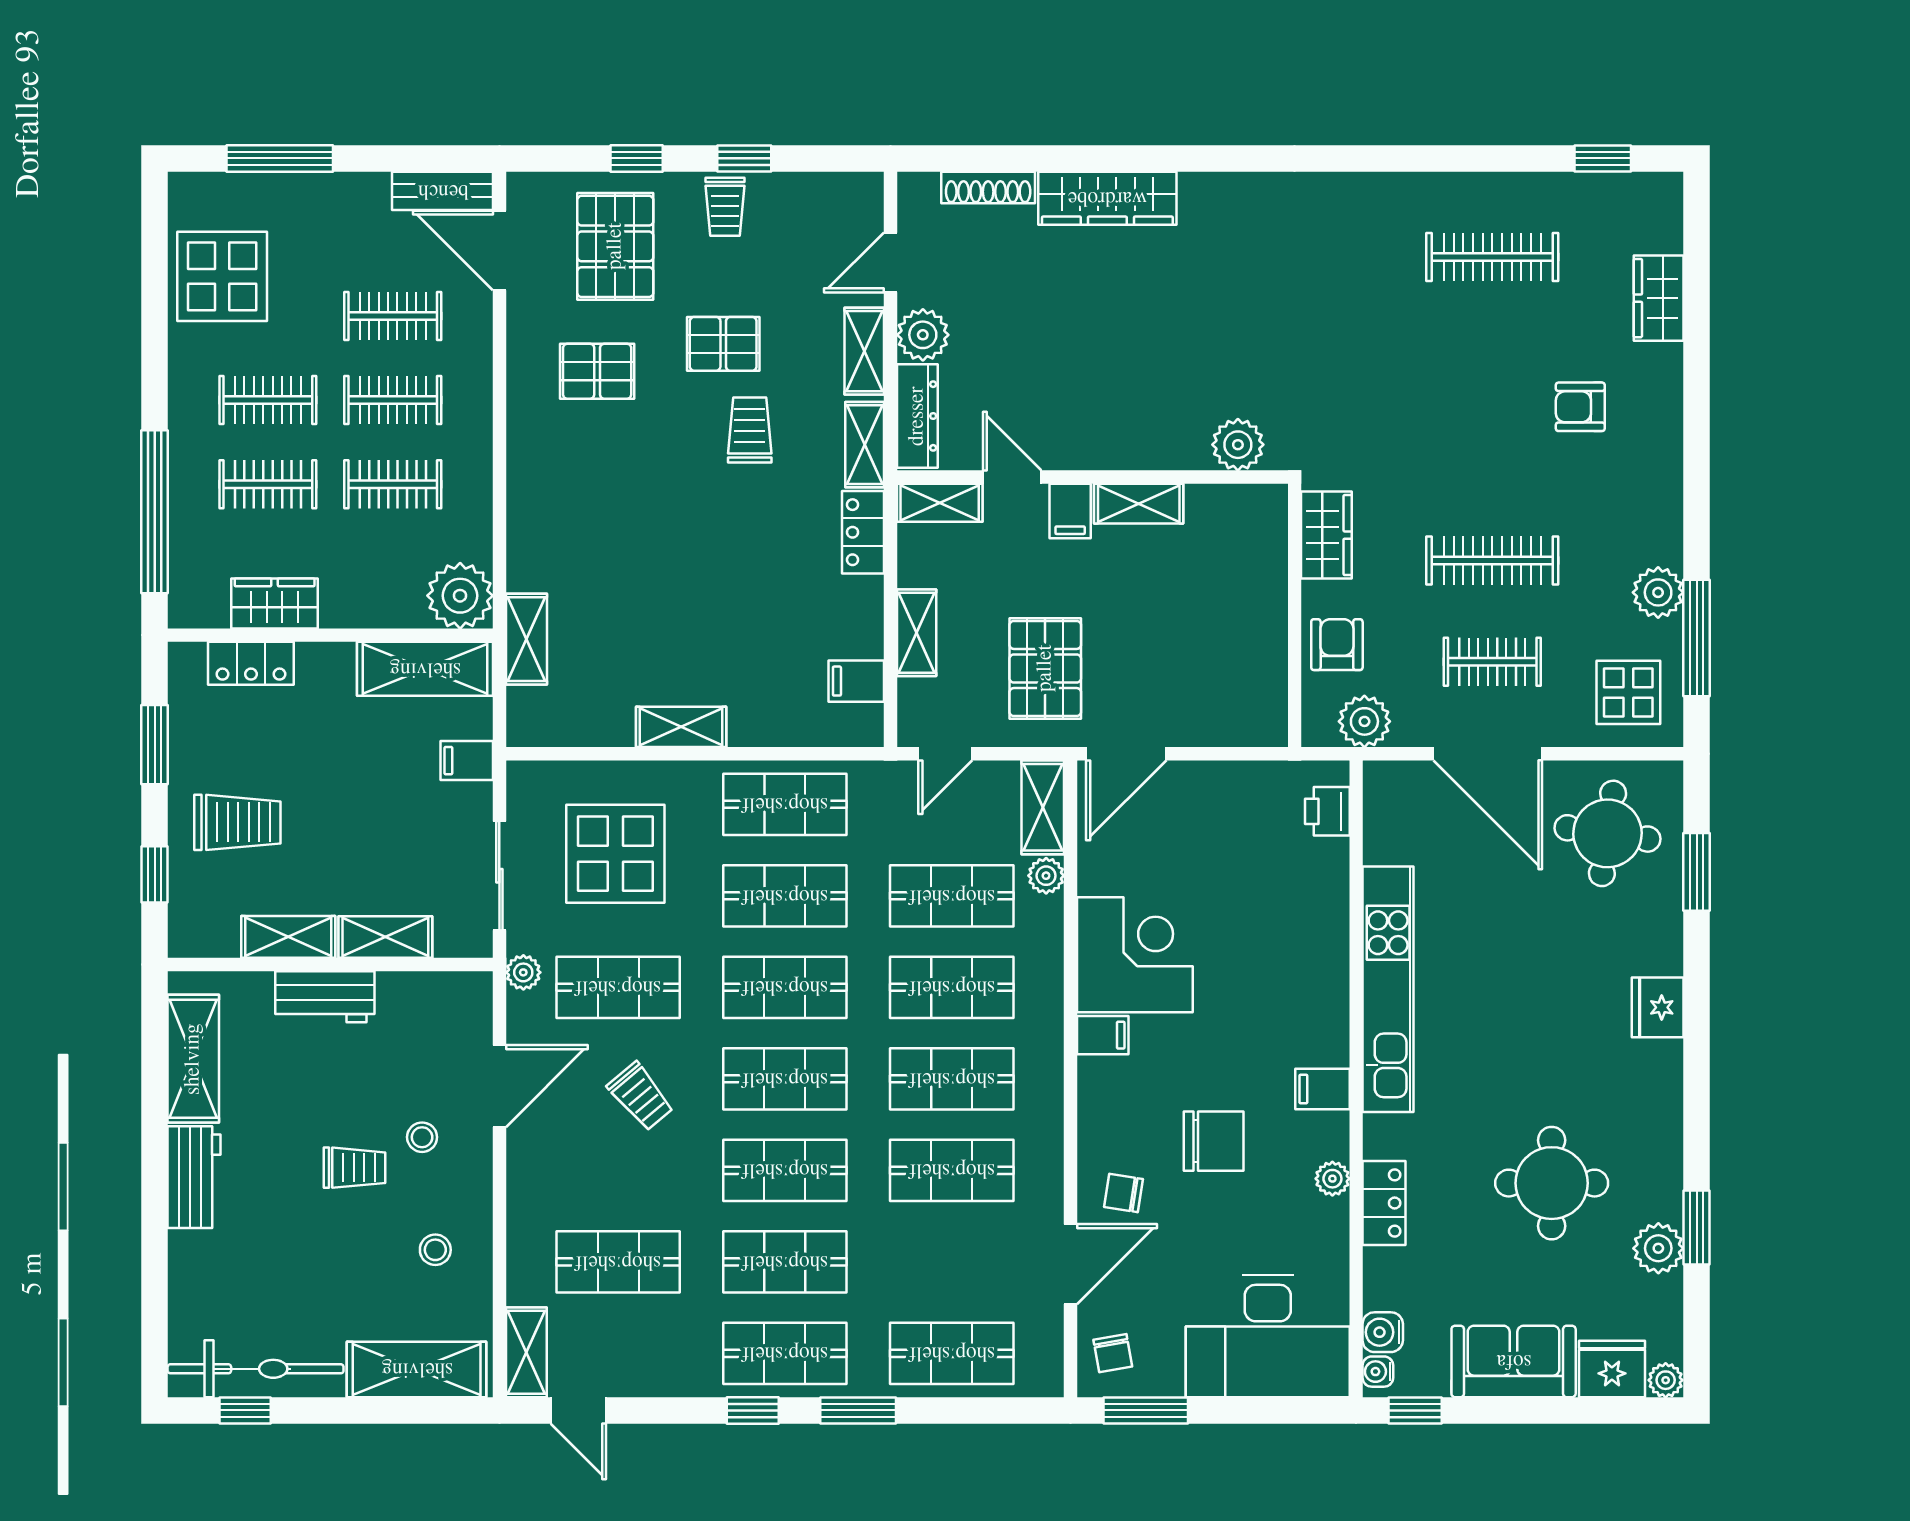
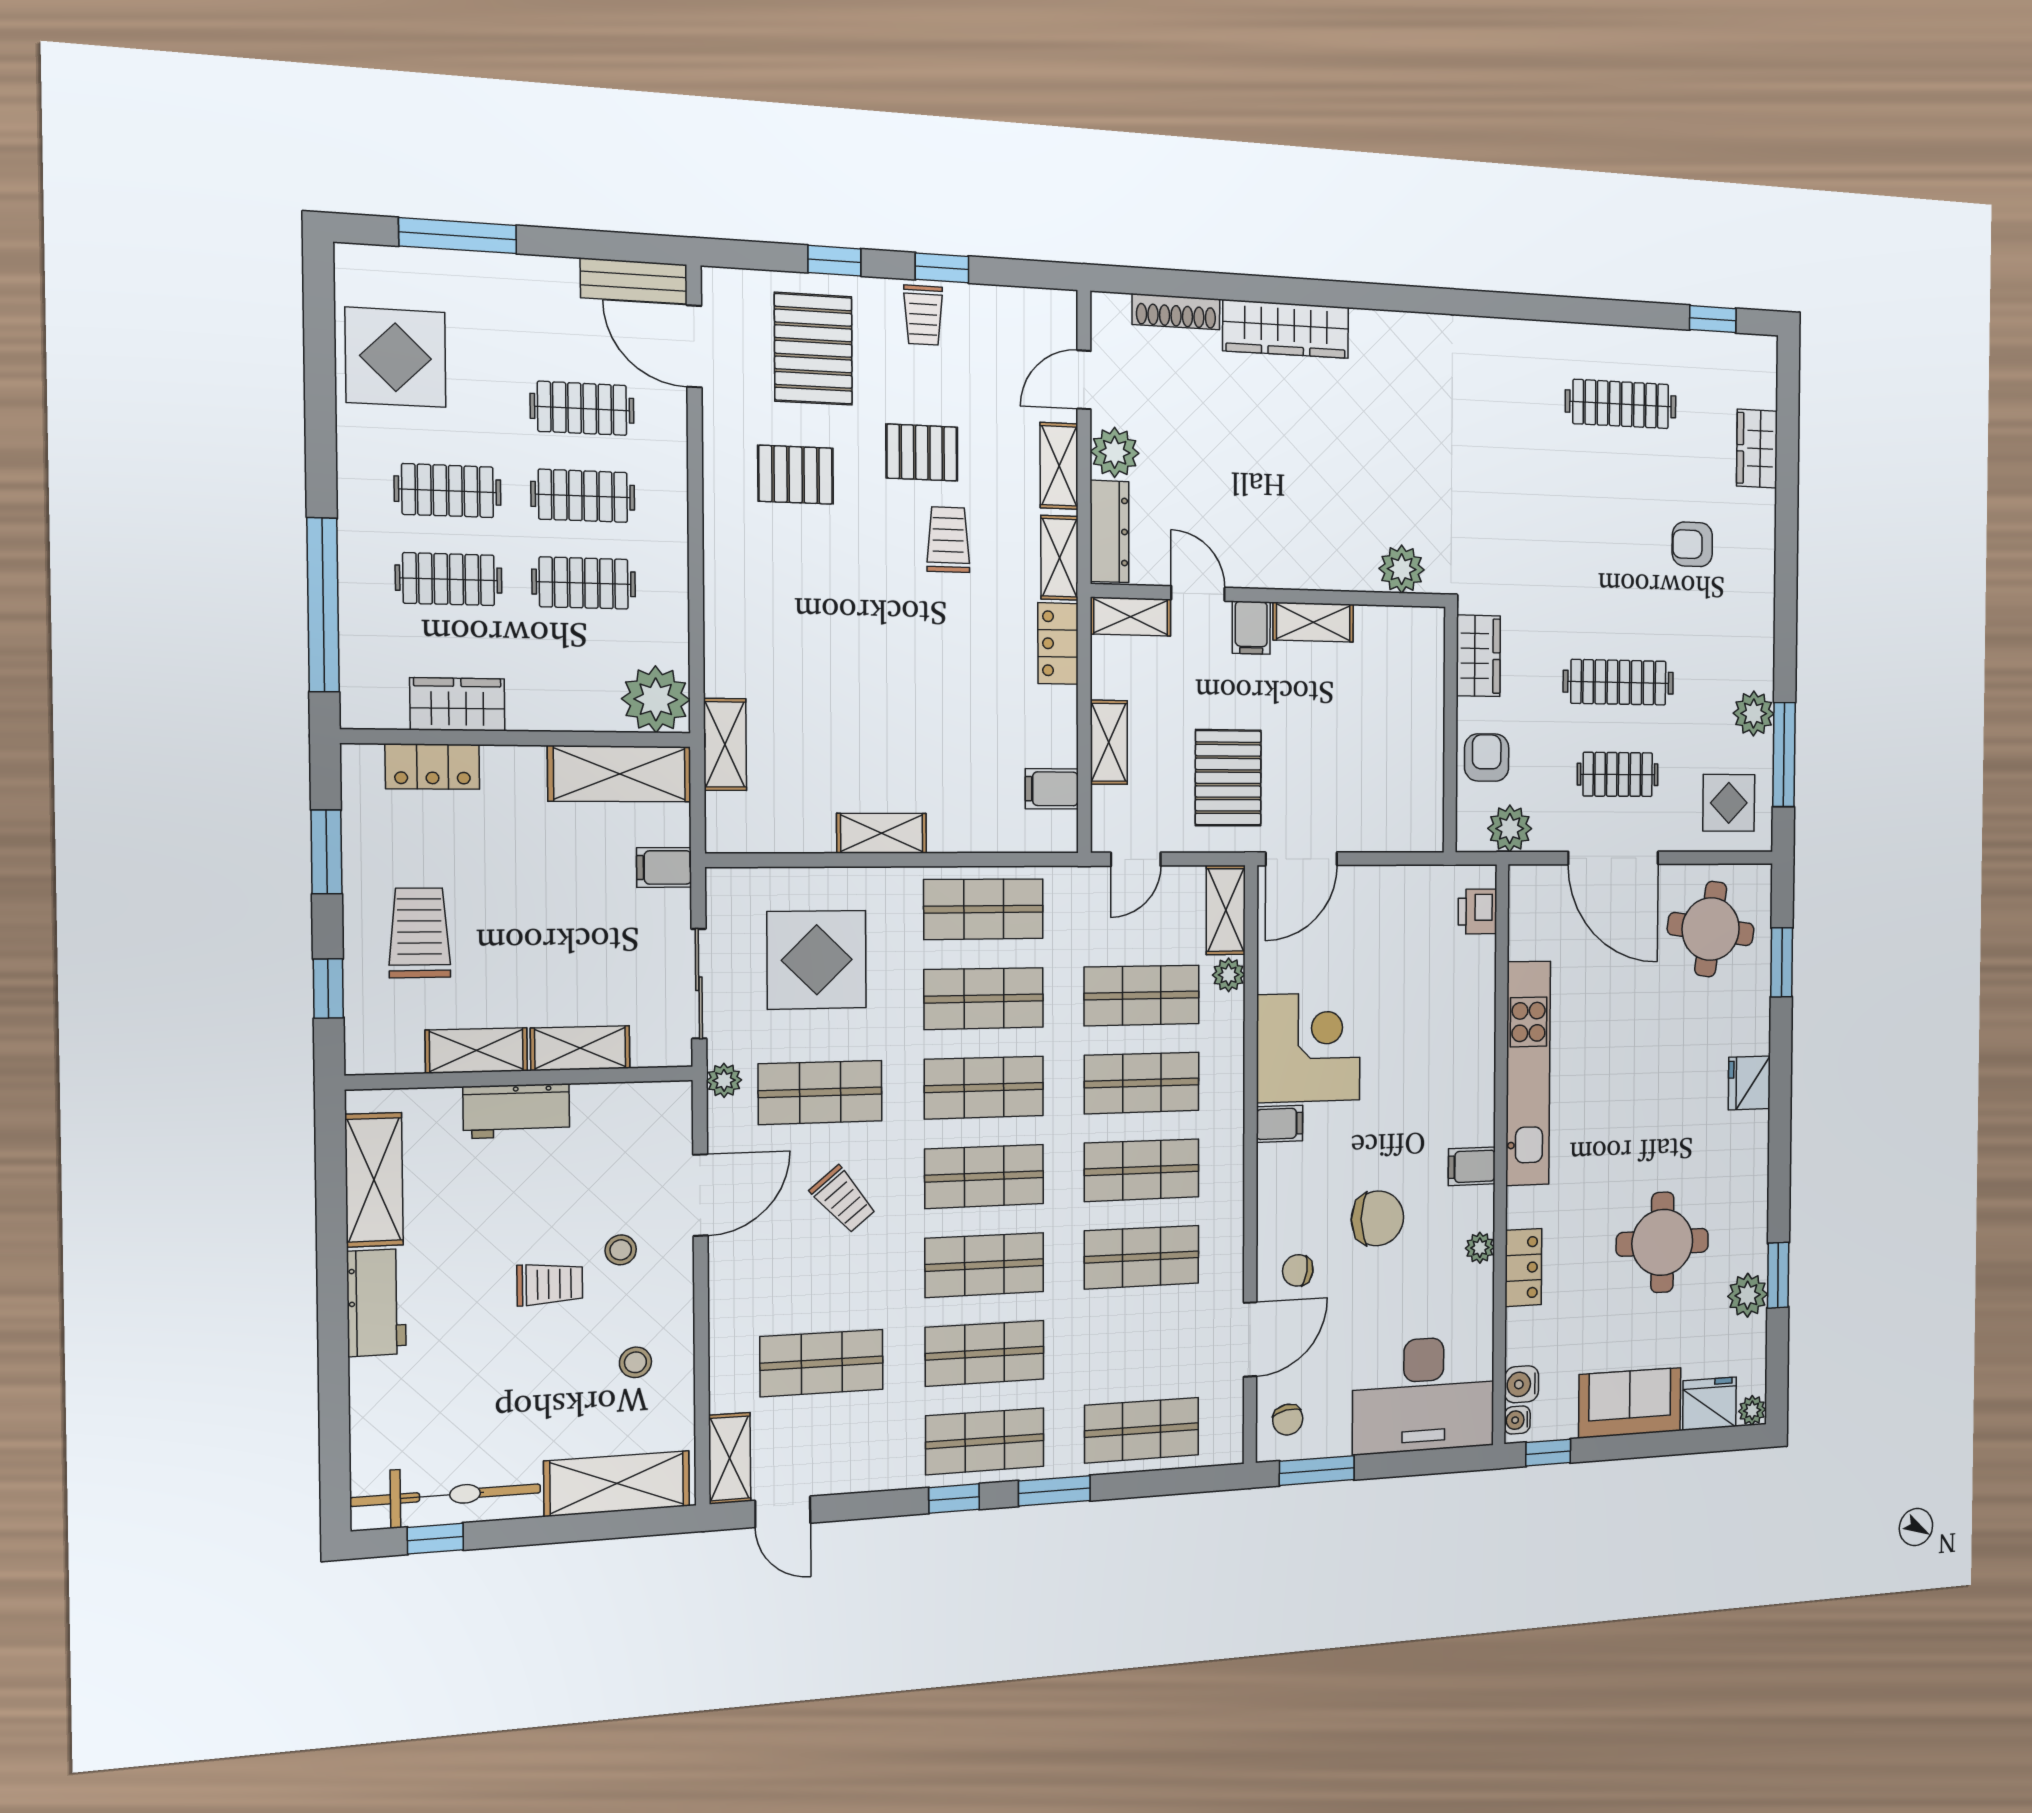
trolley: (237, 822) -> (419, 933), turned -90

